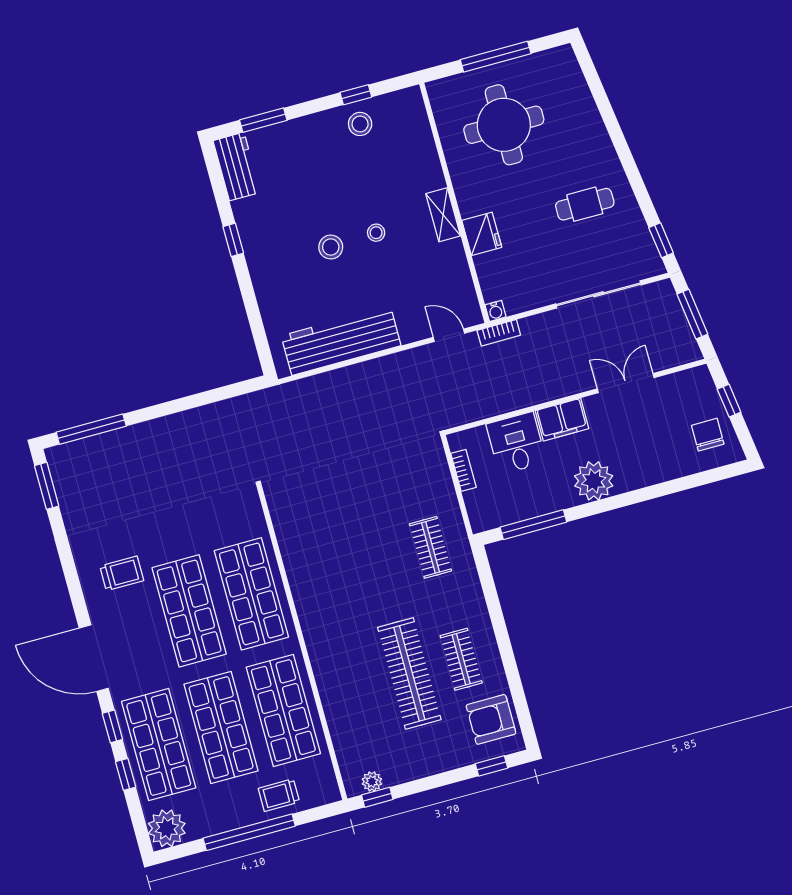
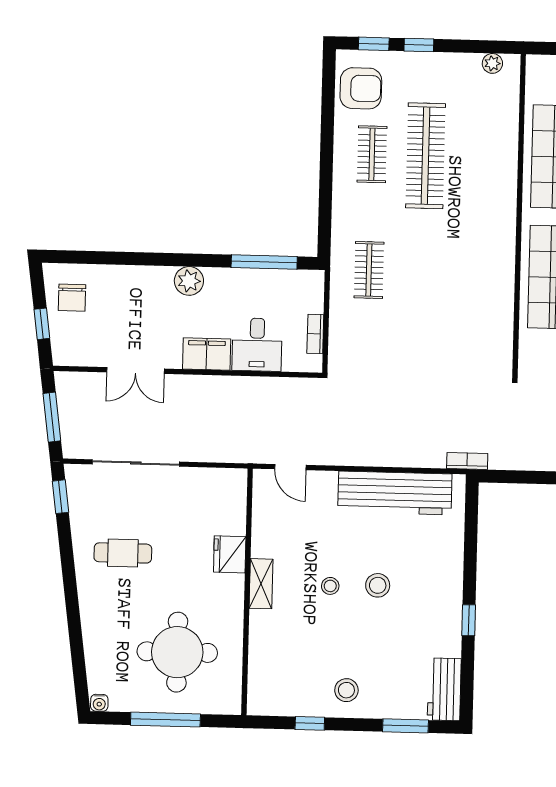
stool: (360, 124) -> (346, 690), moved
water cooler: (495, 311) -> (99, 703), moved, turned 180
bookcase: (499, 333) -> (467, 461), moved
plant: (594, 481) -> (189, 281), width x0.73, depth x0.73
window: (377, 797) -> (419, 45), moved

